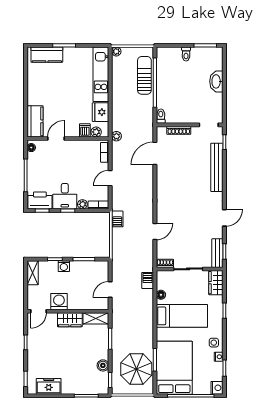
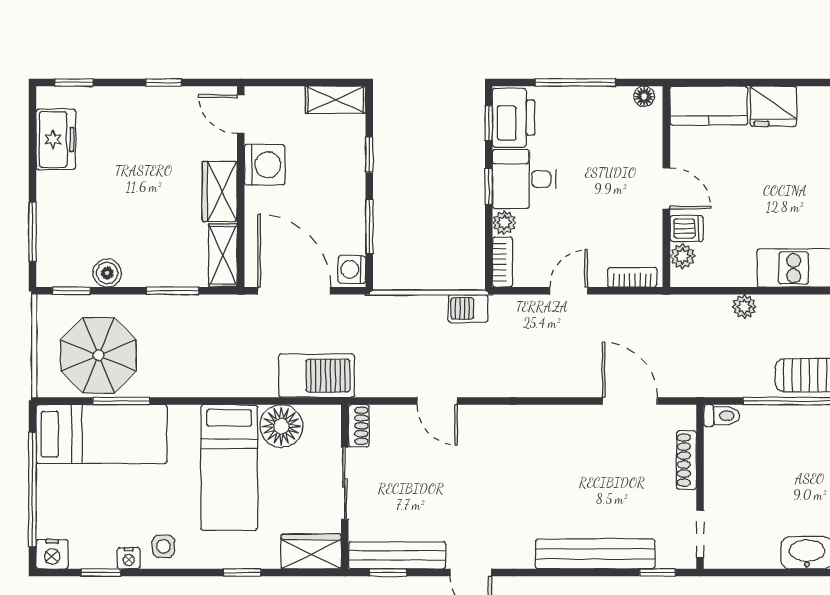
fridge: (101, 112) -> (773, 106), moved, turned 180
plant: (116, 136) -> (744, 306), moved
door: (56, 139) -> (666, 188), moved
door: (110, 178) -> (569, 291), hinge flipped
bench: (217, 253) -> (397, 555), width x1.36
washing machine: (64, 266) -> (352, 269), moved
barbecue: (148, 280) -> (317, 376), width x1.88, depth x1.53
door: (110, 290) -> (294, 291), width x1.87
floor lamp: (161, 295) -> (281, 426), width x1.89, depth x1.89
bed: (174, 368) -> (102, 434), width x0.67

